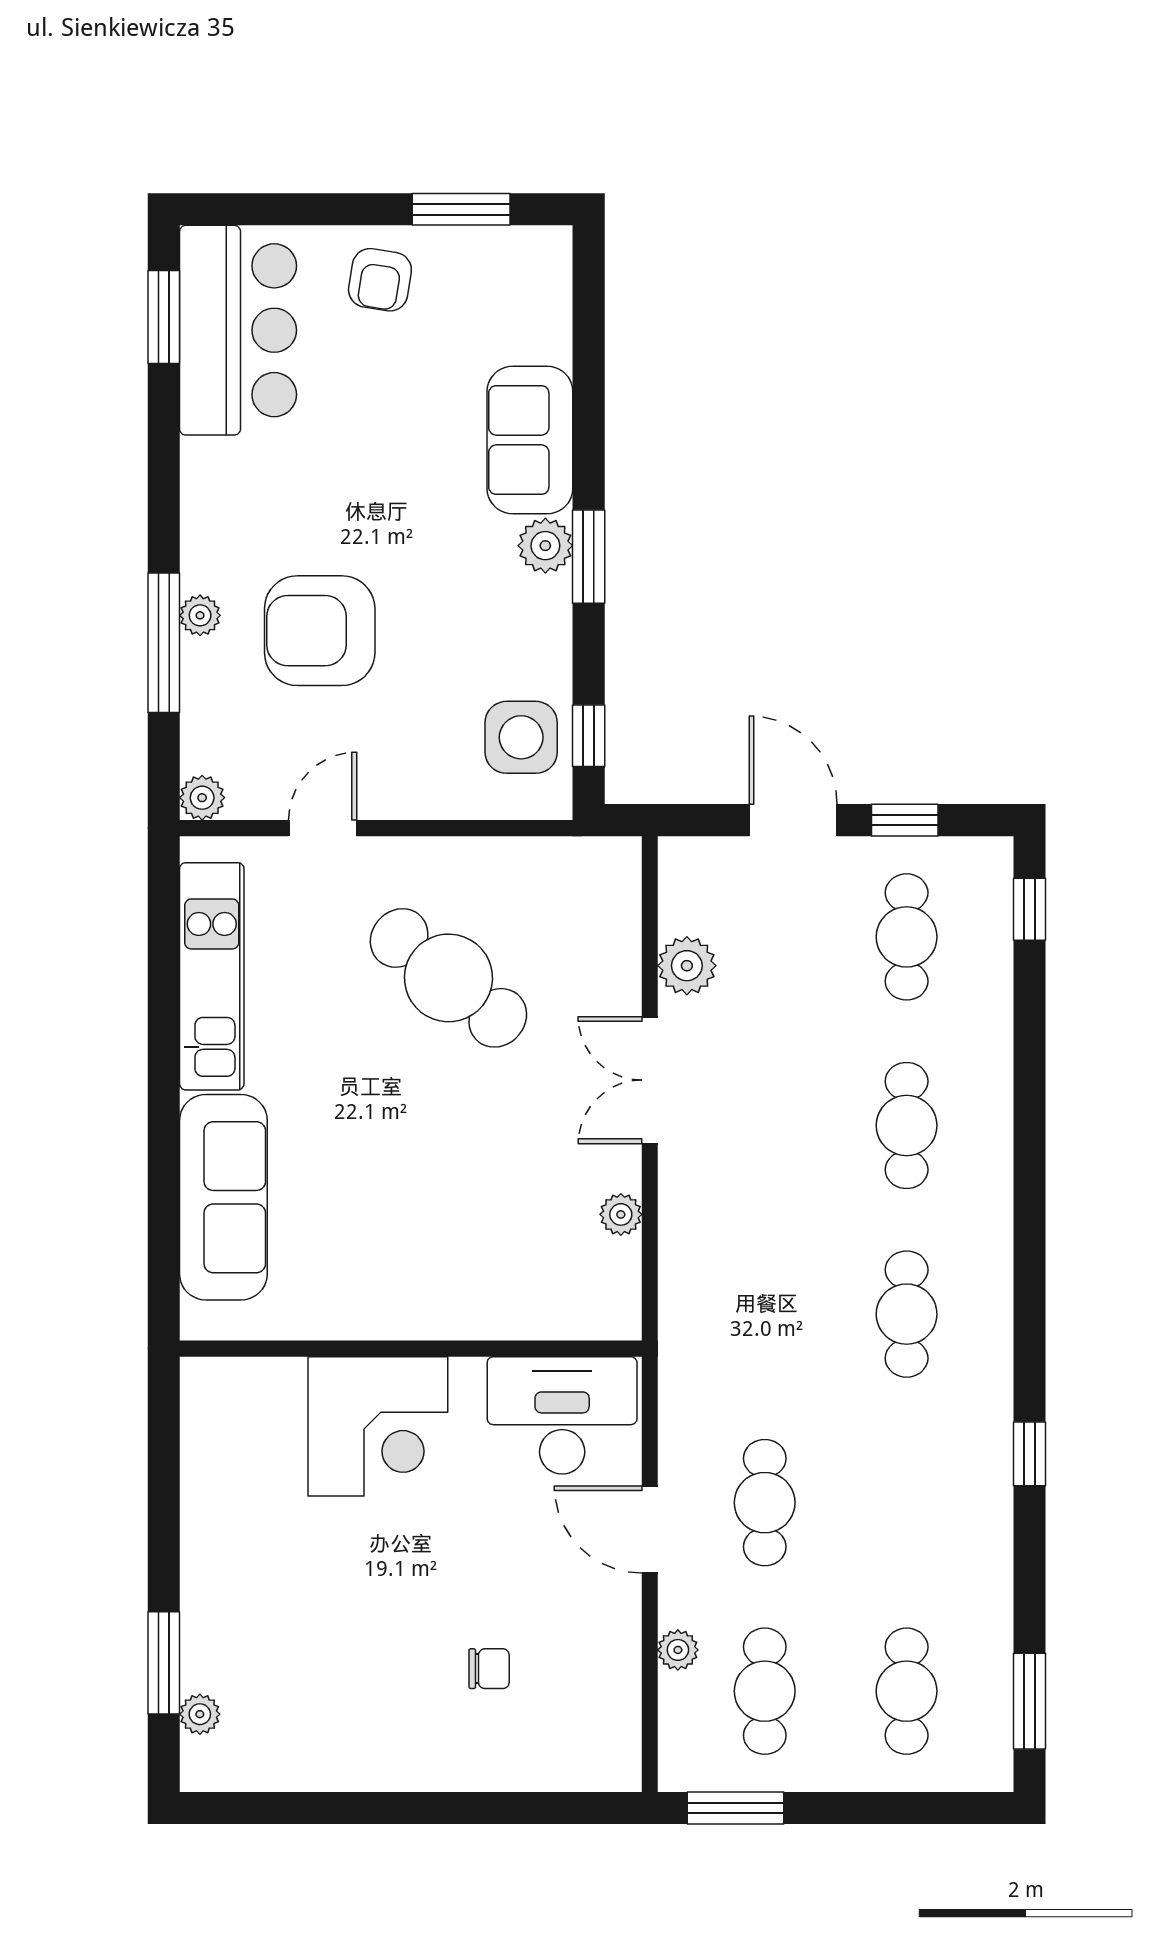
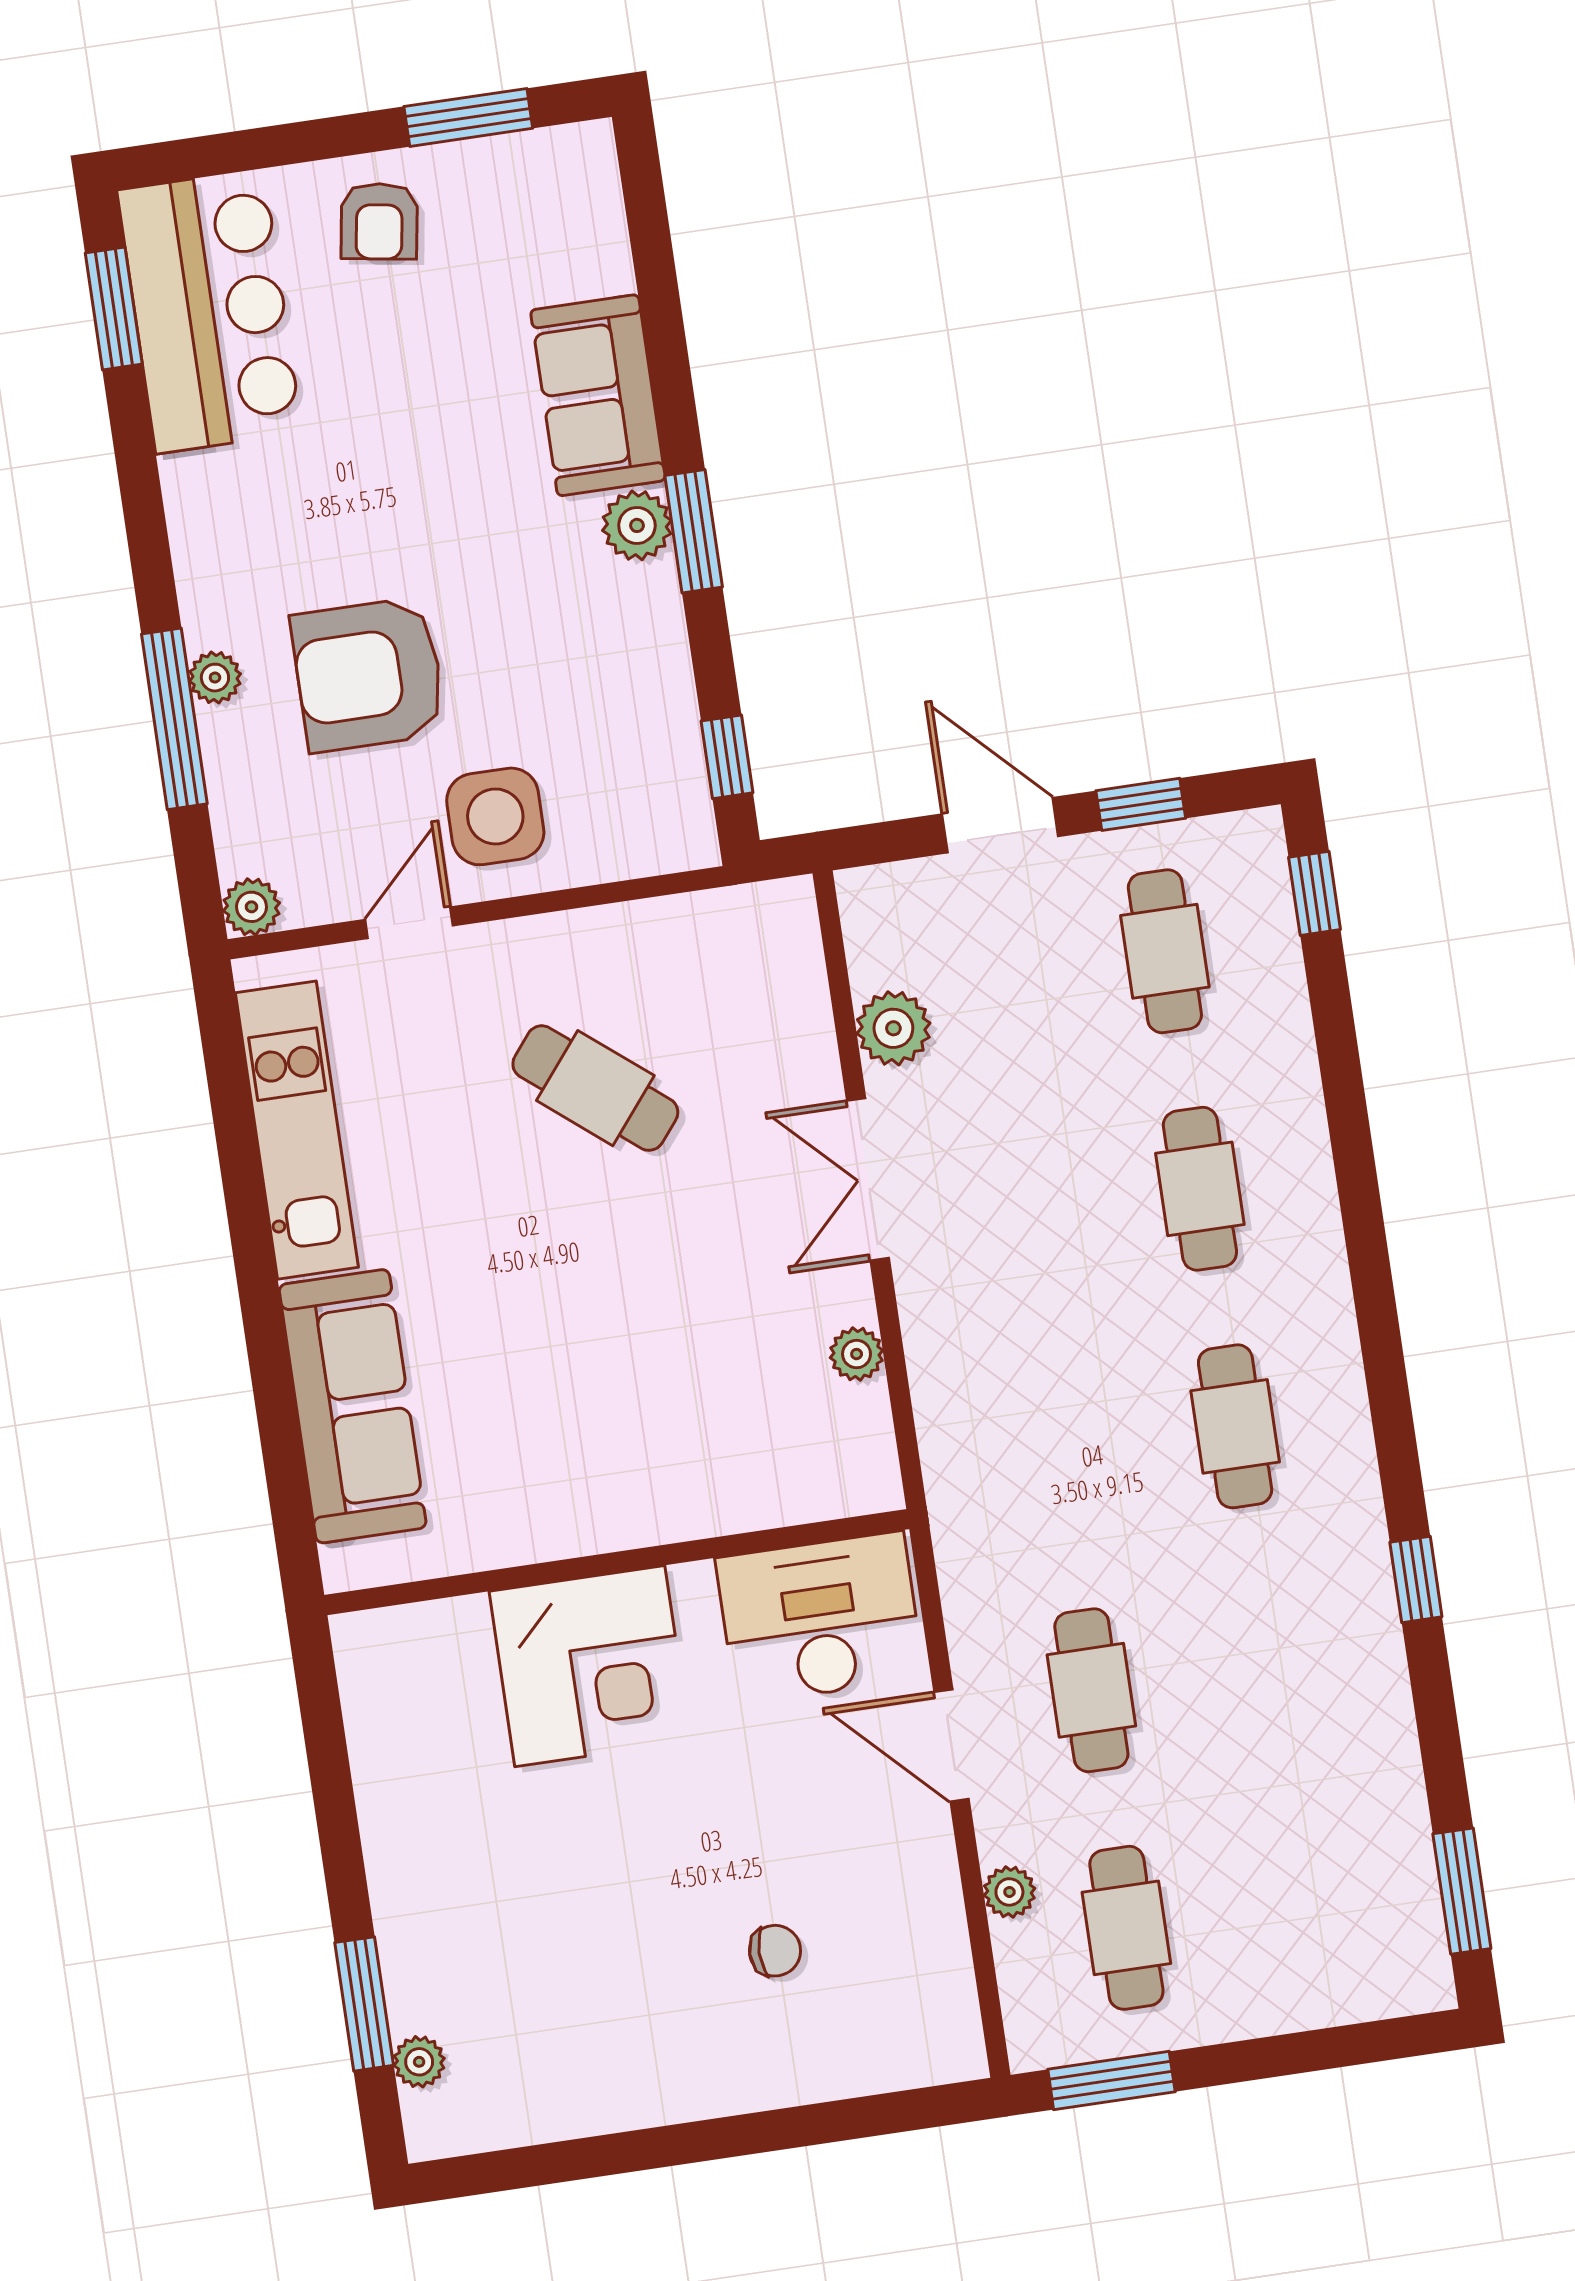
side table: (521, 737) -> (495, 816), moved
cafe table: (448, 978) -> (595, 1088), width x0.73, depth x0.74
cafe table: (907, 1691) -> (1305, 1901), removed

